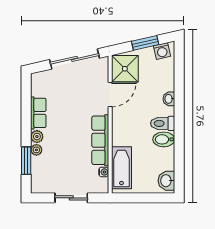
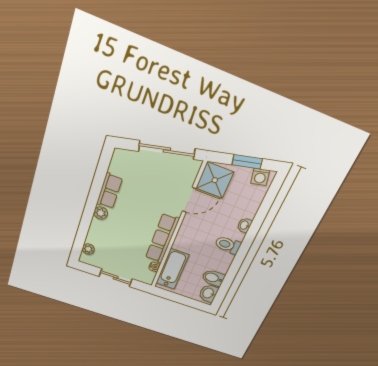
bidet: (164, 139) -> (213, 278), moved
plant: (36, 150) -> (88, 249), moved
window: (26, 161) -> (83, 231), removed

